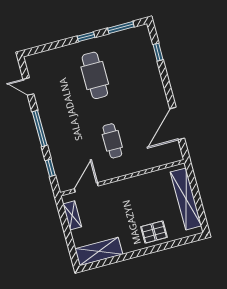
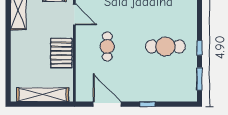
window: (158, 52) -> (147, 104), moved
cafe table: (112, 141) -> (107, 47), turned 90
pallet: (154, 232) -> (61, 53), moved, width x1.50, depth x1.42

